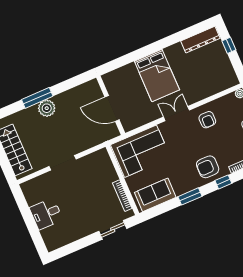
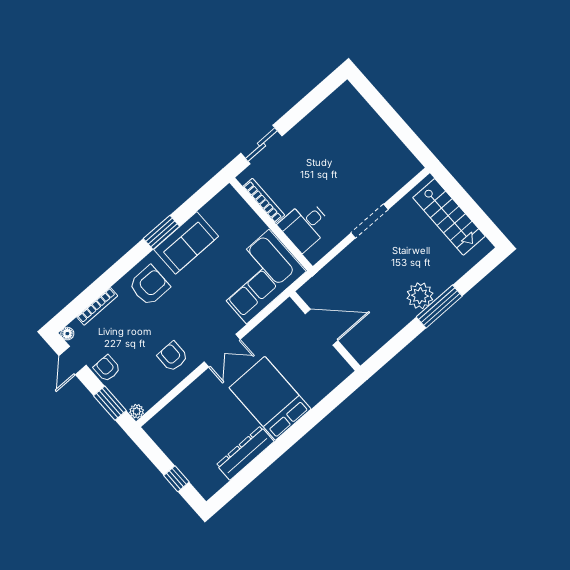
dresser: (200, 40) -> (245, 453), moved
window: (223, 182) -> (118, 270), removed
sofa: (155, 195) -> (186, 243), moved
desk: (46, 214) -> (305, 225), moved, turned 180

